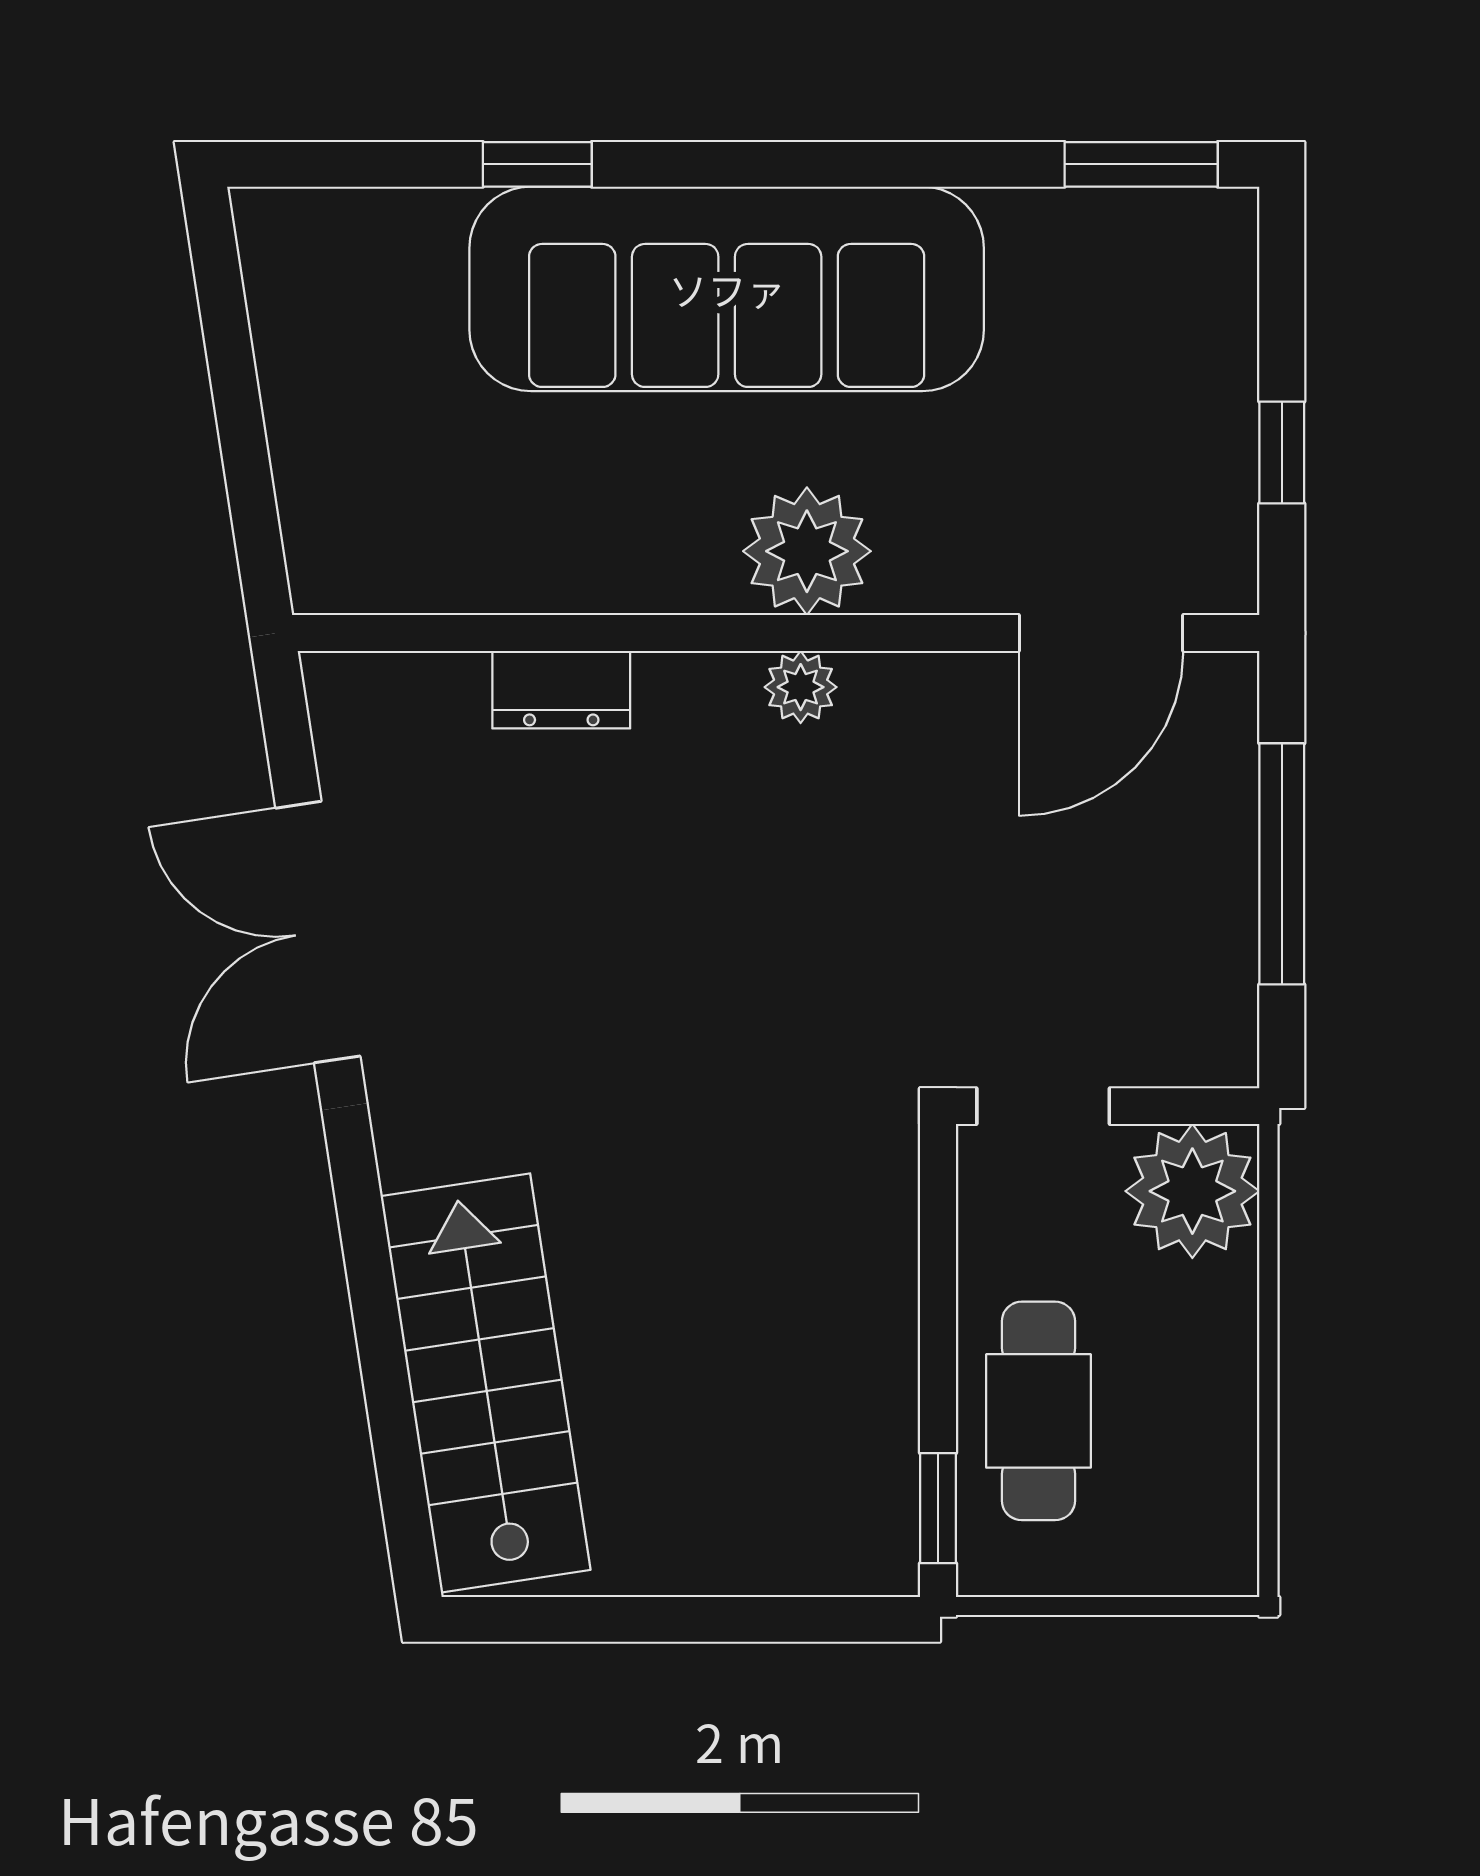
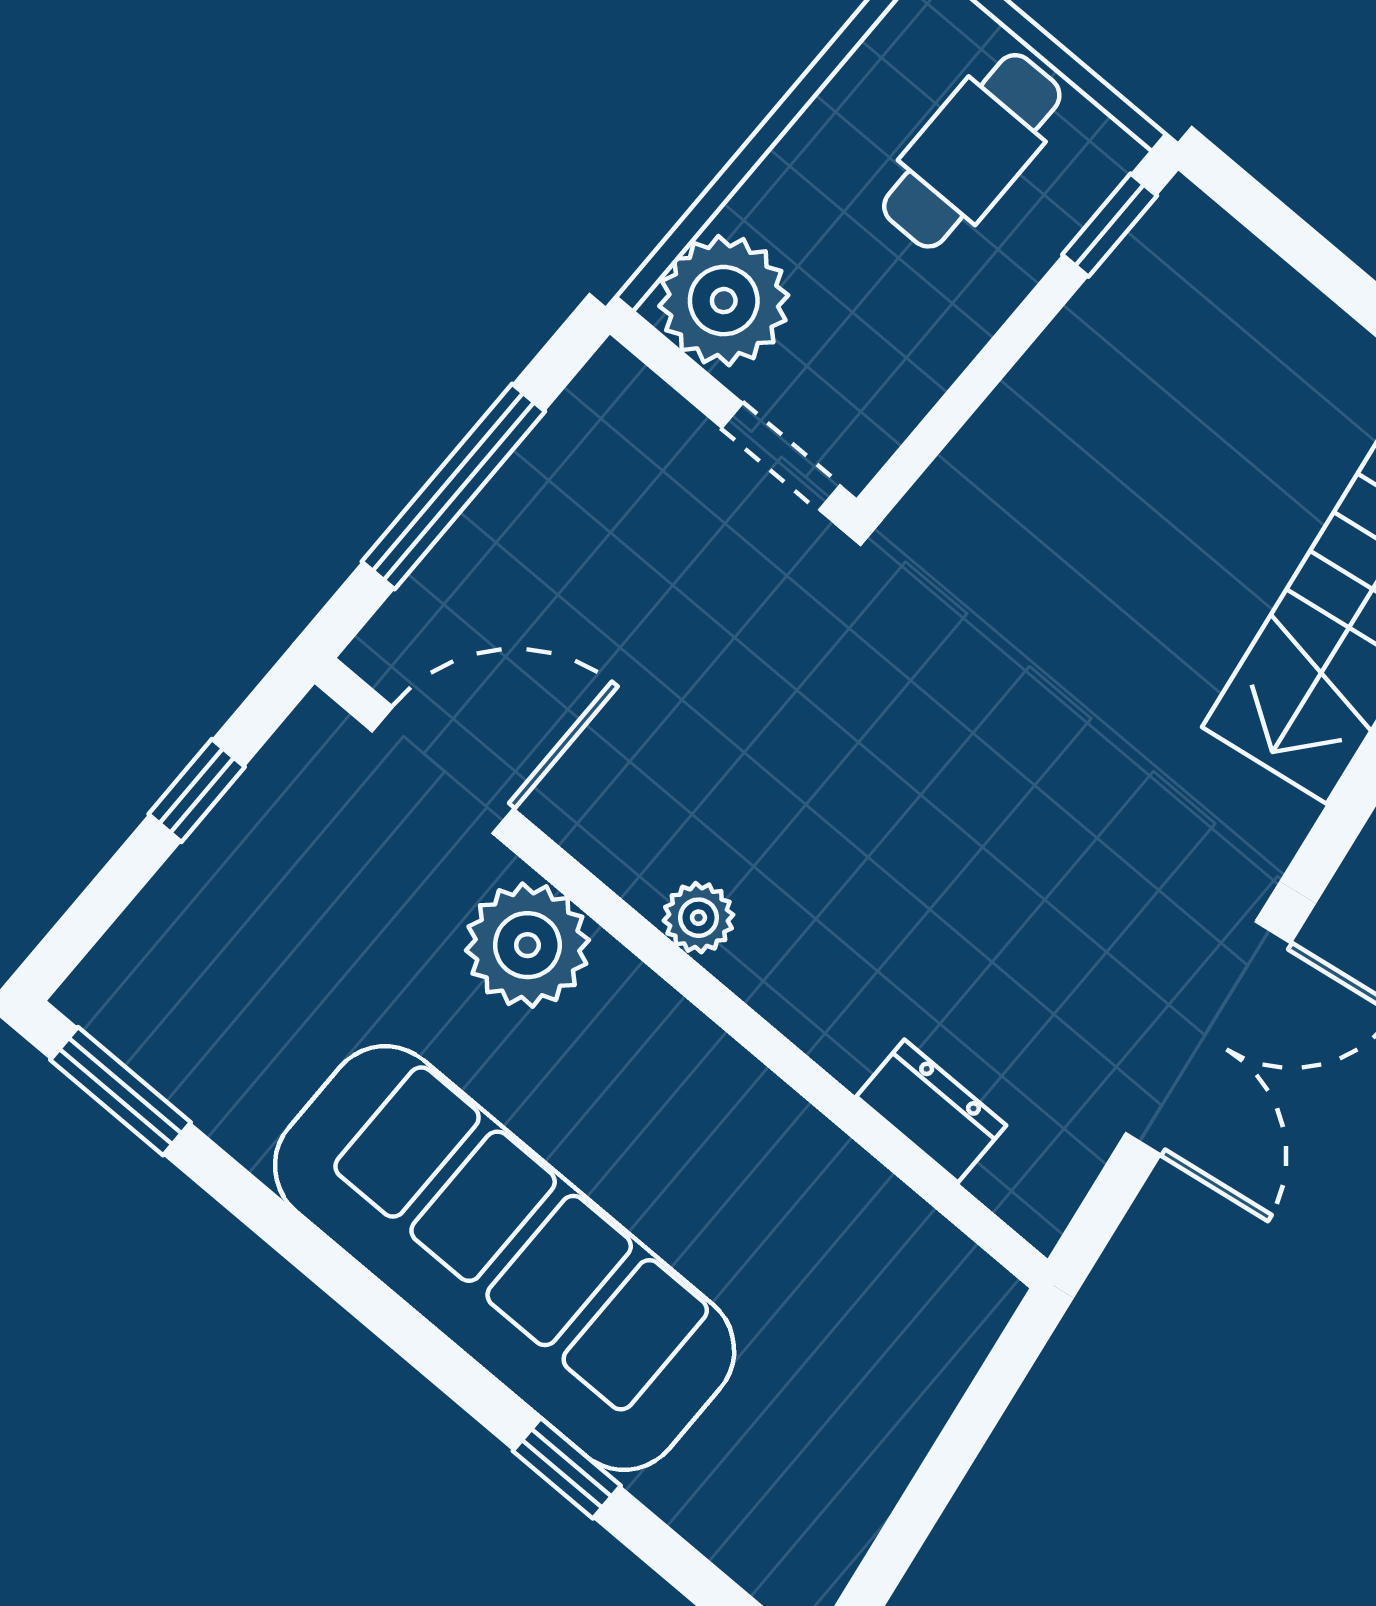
plant: (807, 551) -> (527, 945), moved
dresser: (561, 690) -> (931, 1111), moved
cafe table: (1038, 1411) -> (972, 151), moved

